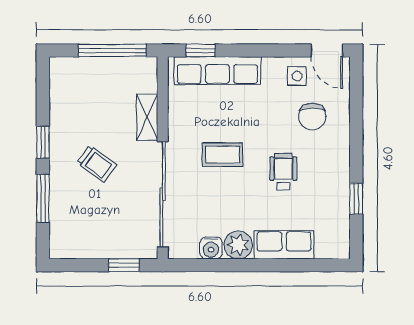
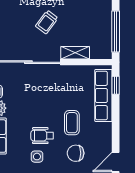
side table: (297, 76) -> (37, 157), moved
coffee table: (222, 155) -> (72, 123), moved
wheelchair: (283, 172) -> (42, 136), turned 180

